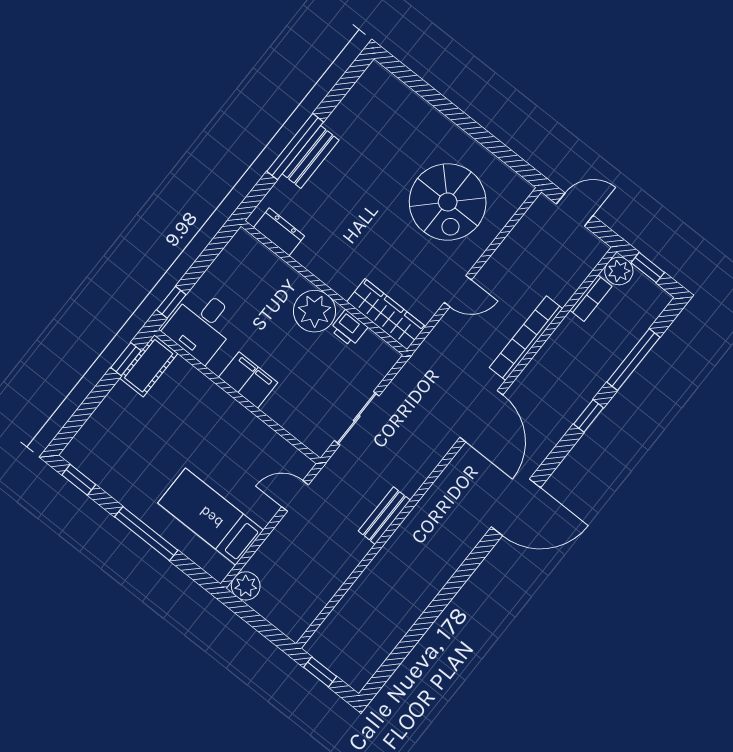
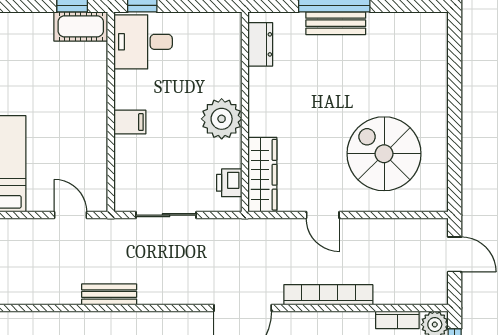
spiral stairs: (448, 202) -> (384, 154), turned 90
printer: (349, 328) -> (229, 183), moved
filing cabinet: (248, 380) -> (130, 122), width x0.50

